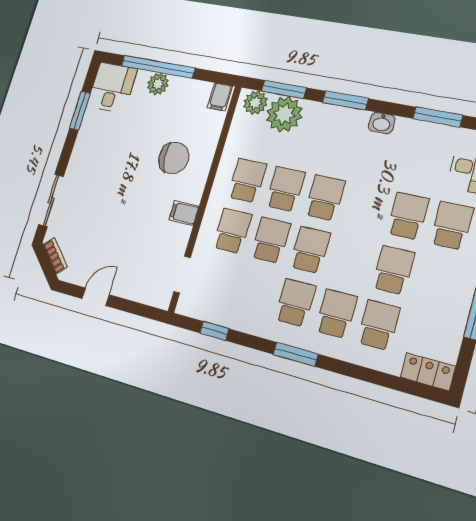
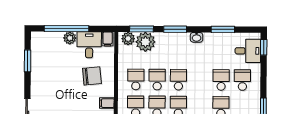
desk: (112, 88) -> (89, 45), moved

